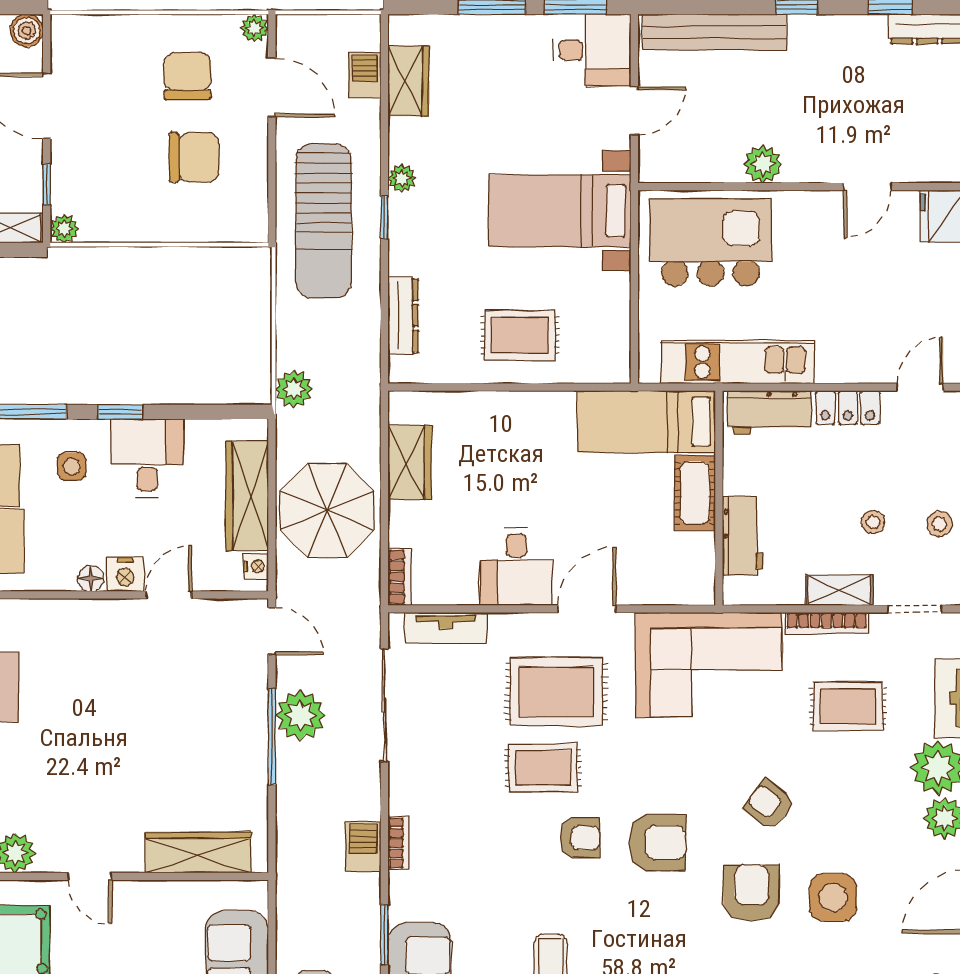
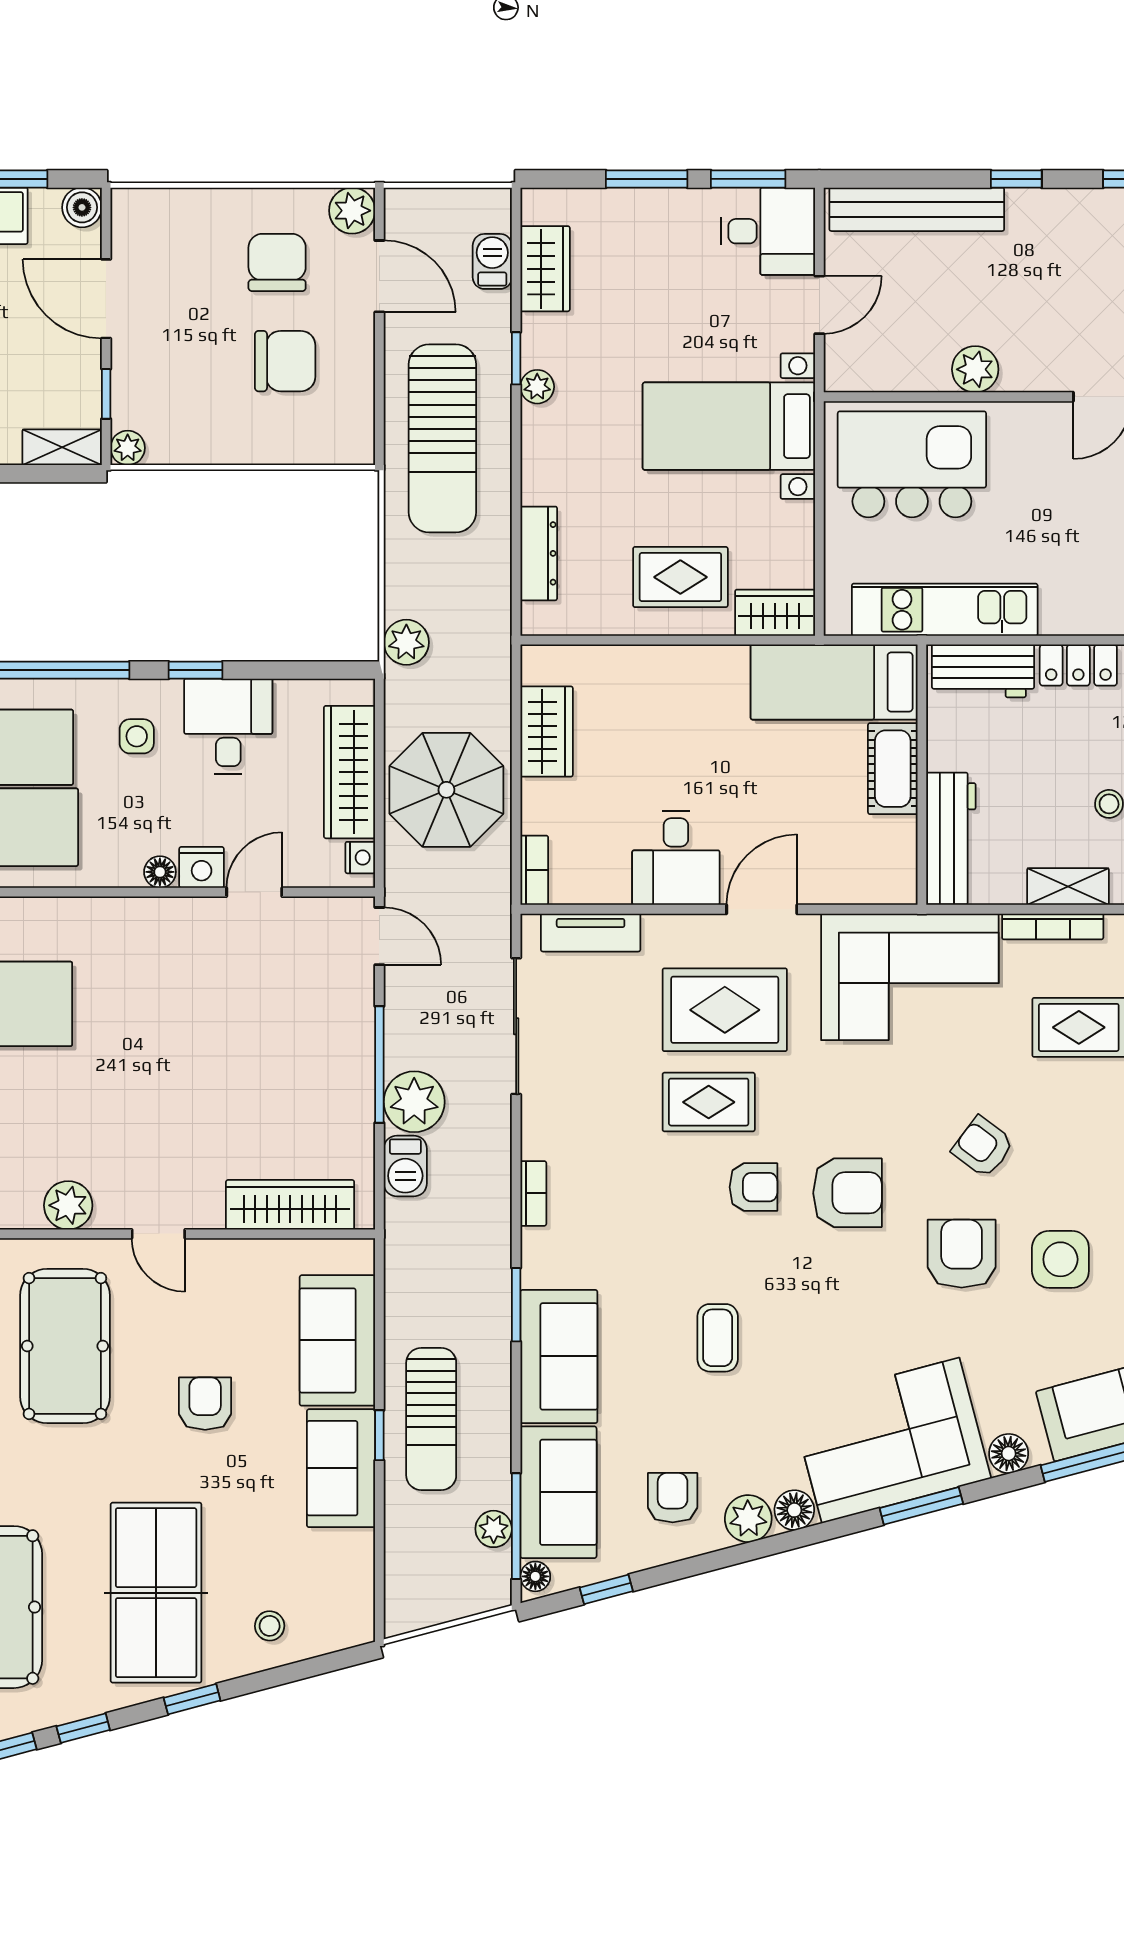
plant: (254, 28) -> (352, 211), width x1.38, depth x1.38
window: (384, 217) -> (516, 358), moved
wardrobe: (598, 365) -> (775, 613), added
workbench: (743, 536) -> (951, 838), width x1.38
plant: (300, 715) -> (414, 1102), moved
barbecue: (363, 847) -> (405, 1166), moved, turned 180

